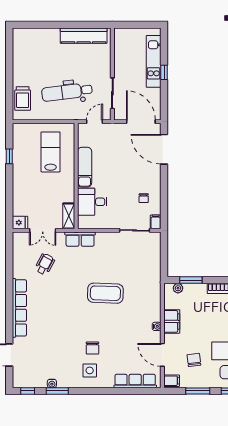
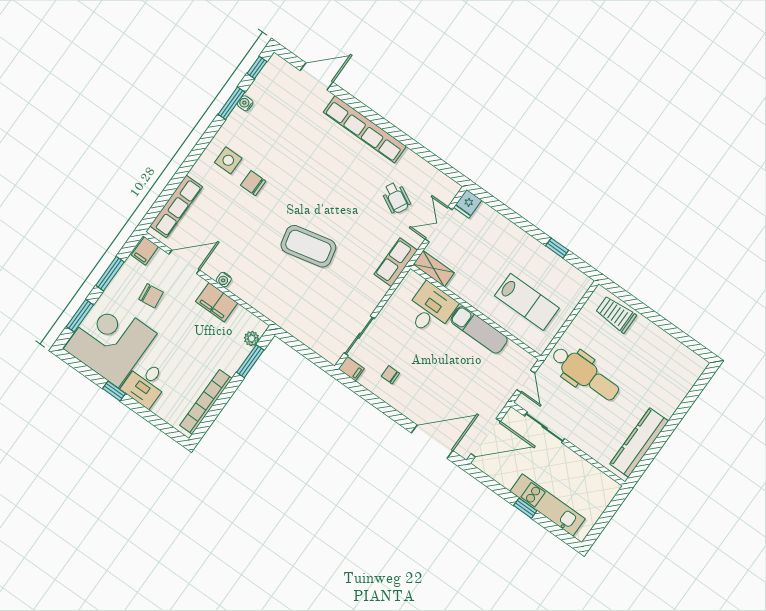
dental chair: (67, 92) -> (585, 374), turned 97
coffee table: (105, 293) -> (308, 246), turned 75

